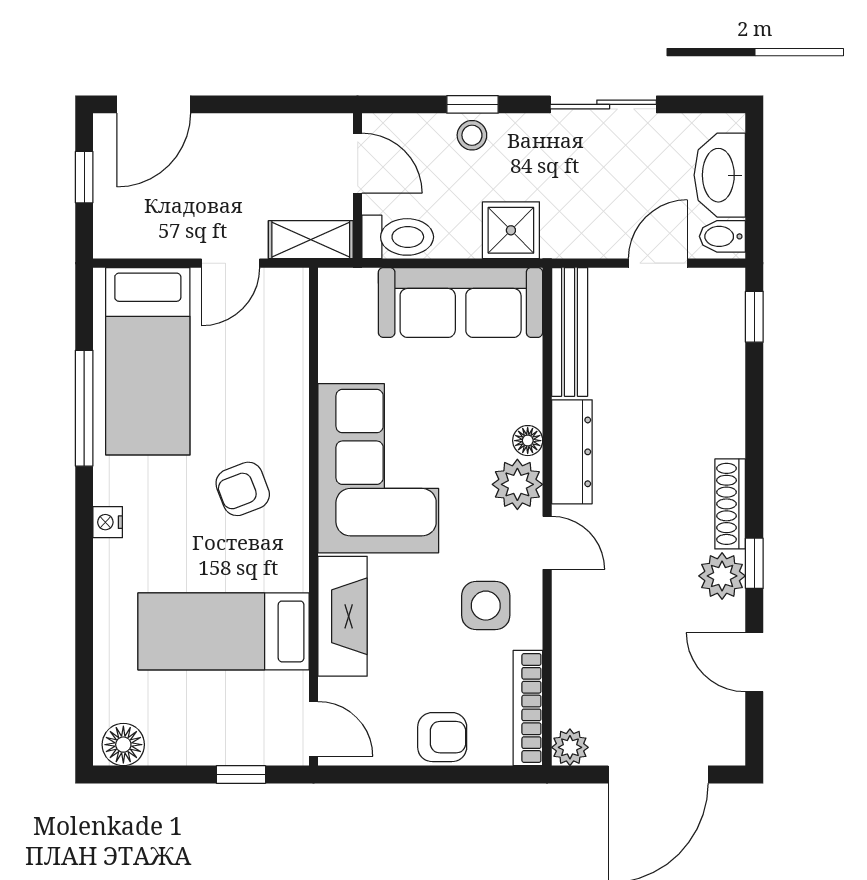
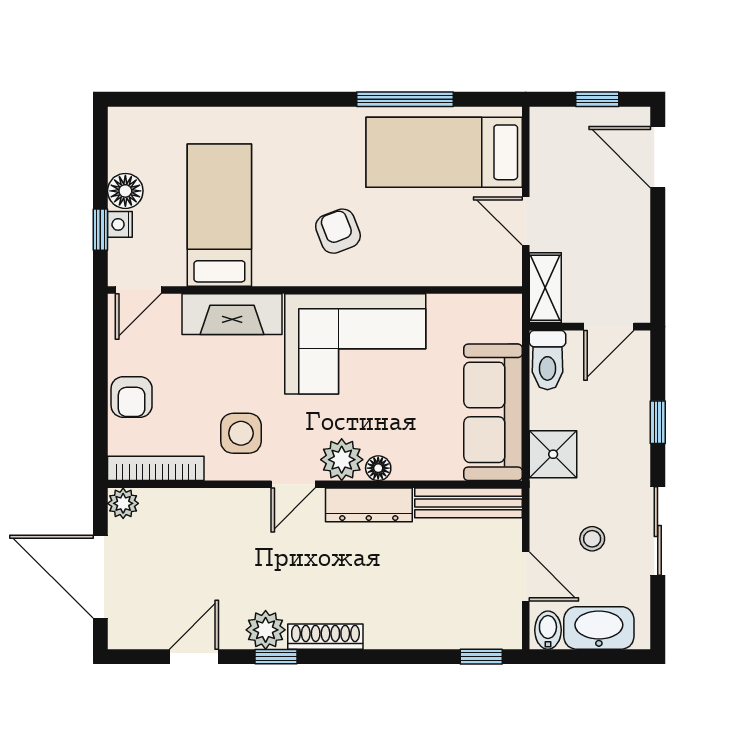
stool: (472, 135) -> (592, 539), moved
nightstand: (108, 522) -> (120, 224), moved, turned -90
floor lamp: (123, 745) -> (125, 191), moved

